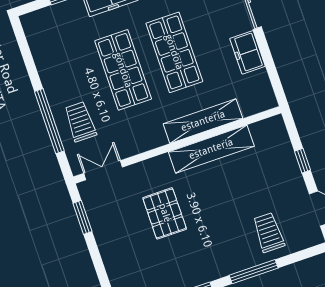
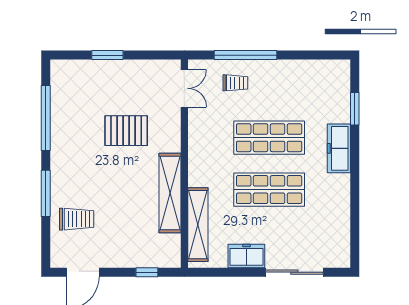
shelving: (203, 121) -> (198, 225), moved
trolley: (80, 122) -> (235, 83), width x0.73, depth x0.72
window: (303, 161) -> (147, 272), moved
window: (82, 217) -> (107, 55), moved

